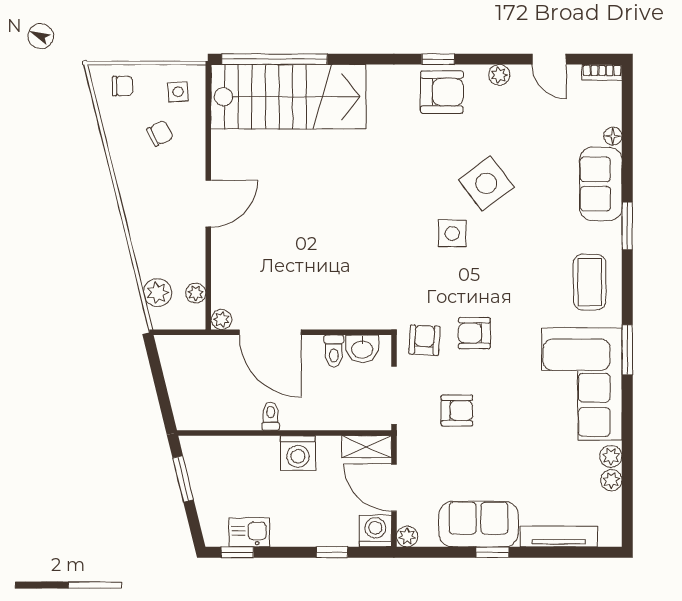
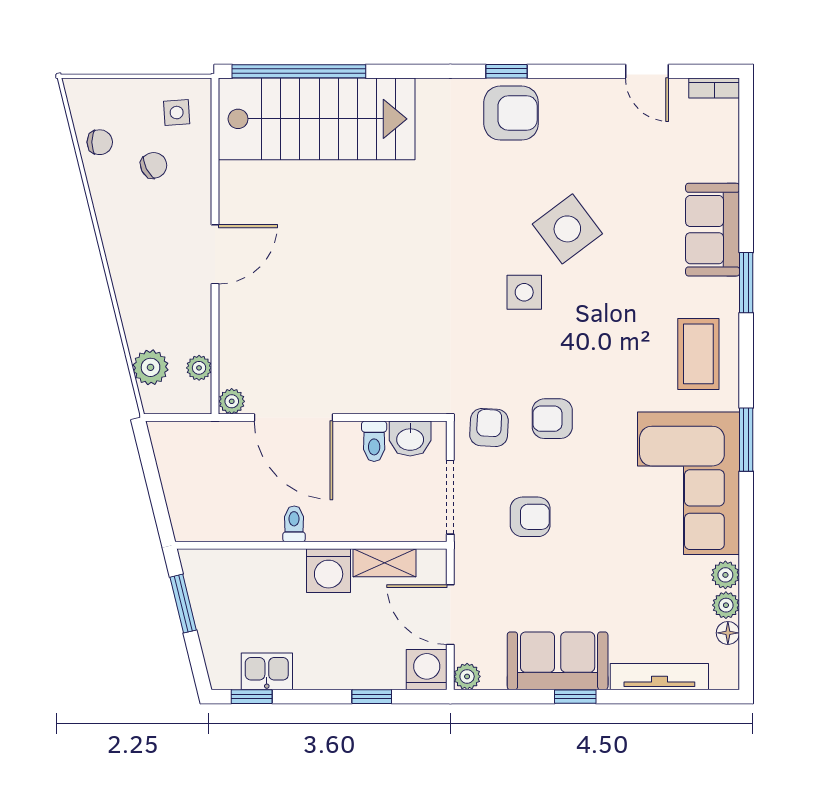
plant: (499, 75) -> (584, 91), removed
chair: (123, 86) -> (100, 142), moved
floor lamp: (613, 136) -> (728, 633), moved
shelving: (367, 447) -> (385, 563), moved

